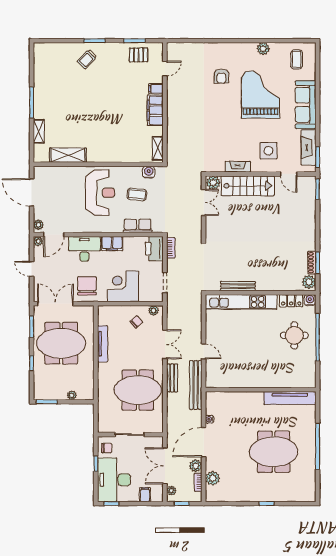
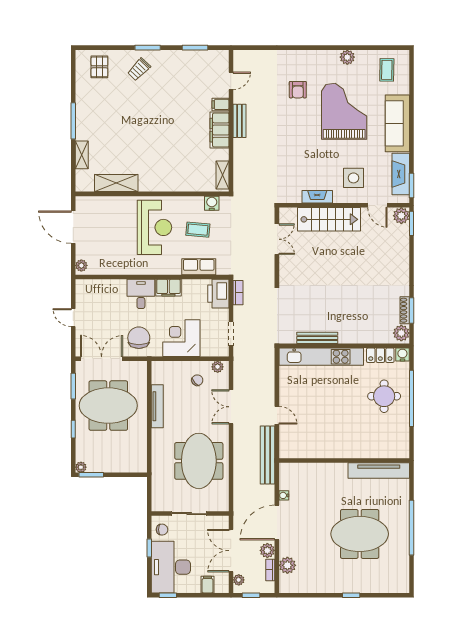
pallet: (139, 55) -> (99, 67), moved, turned 90
plant: (213, 183) -> (401, 216), moved
door: (54, 235) -> (99, 277), removed
plant: (38, 241) -> (81, 285), removed
desk: (84, 249) -> (141, 294), width x0.73
double door: (165, 344) -> (231, 407), swing flipped
bench: (172, 378) -> (240, 121), moved
meeting table: (138, 390) -> (199, 461), turned 90
plant: (72, 395) -> (81, 467), moved

